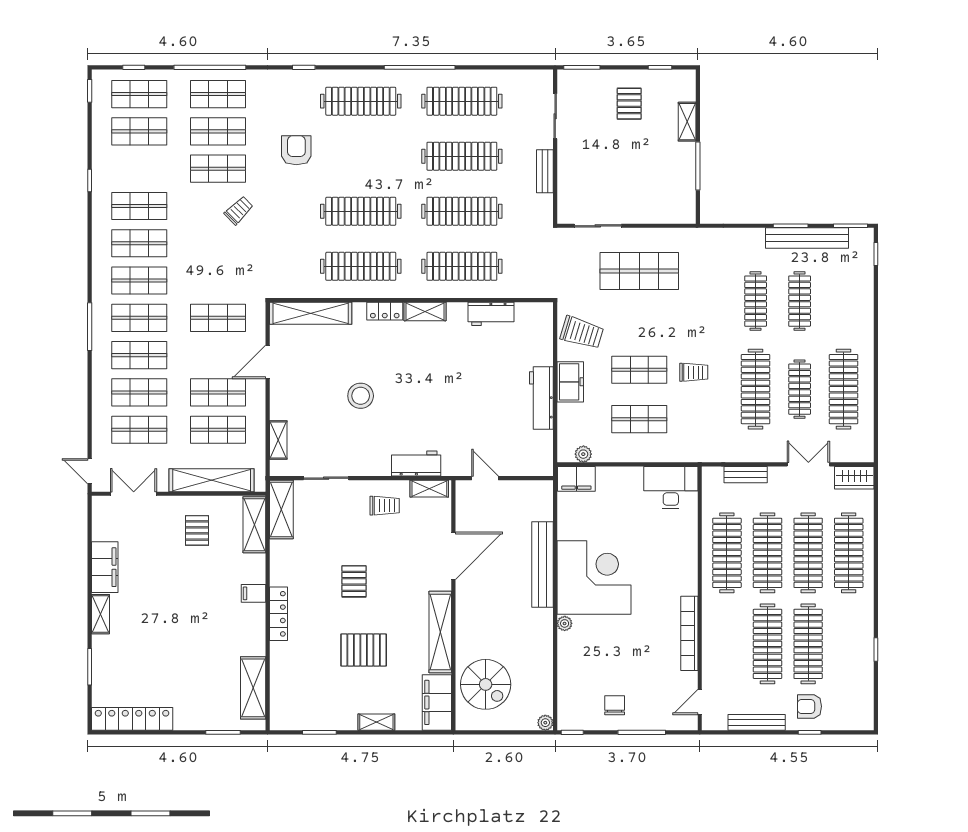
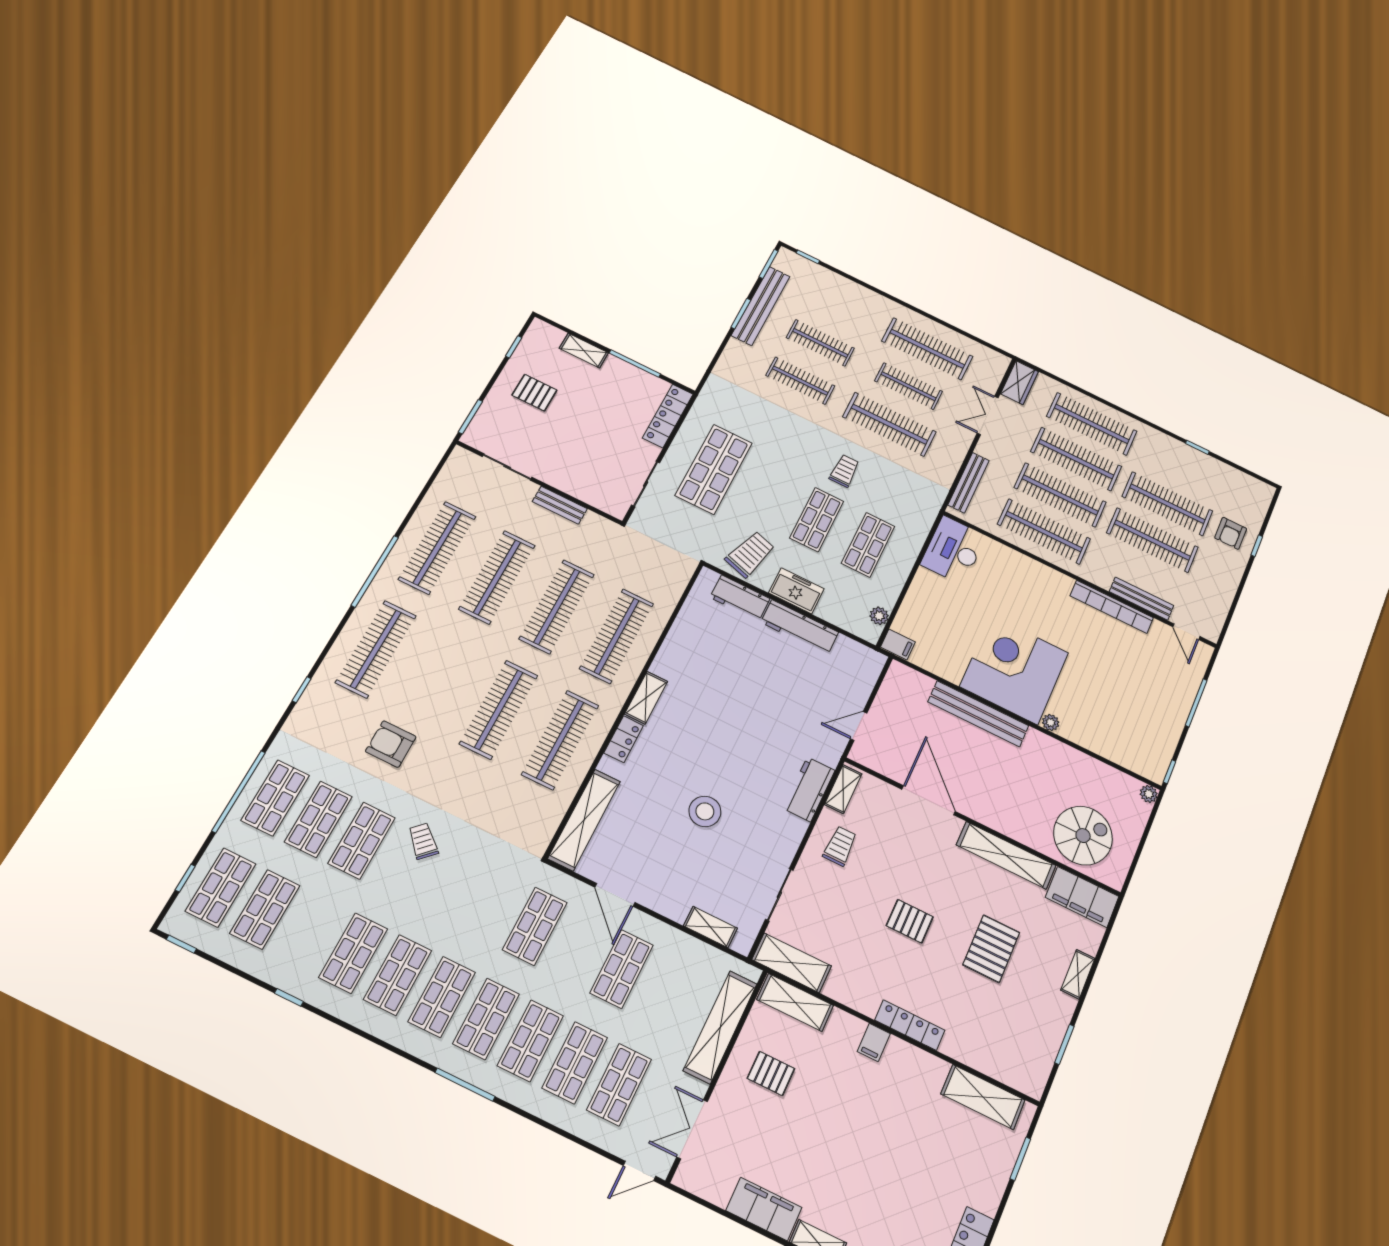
locker: (666, 214) -> (668, 416), added
workbench: (491, 314) -> (740, 598), moved, turned 90
shop shelf: (218, 430) -> (665, 990), removed
bench: (746, 475) -> (969, 483), width x1.36
filing cabinet: (576, 479) -> (898, 644), width x0.50
chair: (615, 705) -> (1157, 715), removed
bench: (757, 722) -> (1141, 599), moved, turned 90

